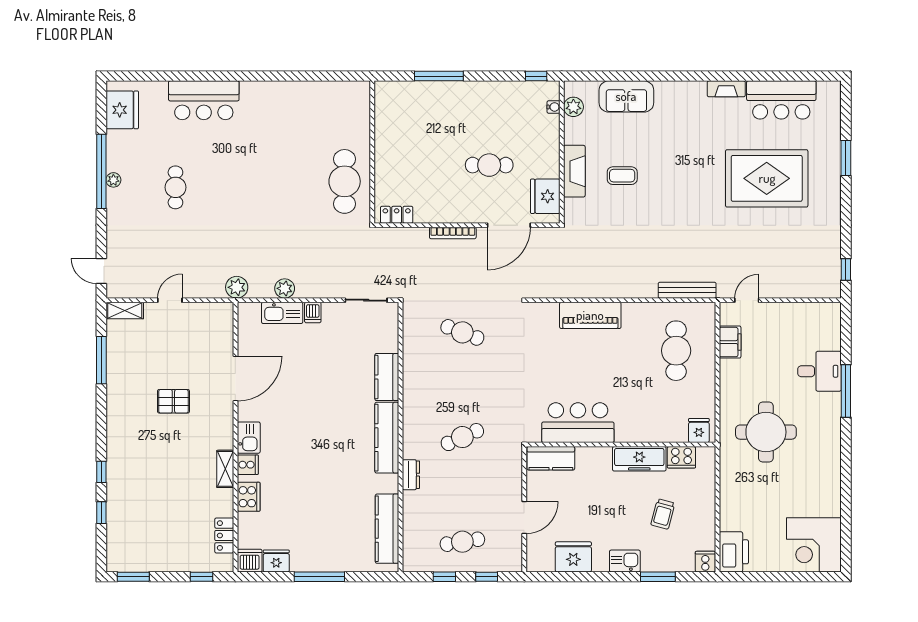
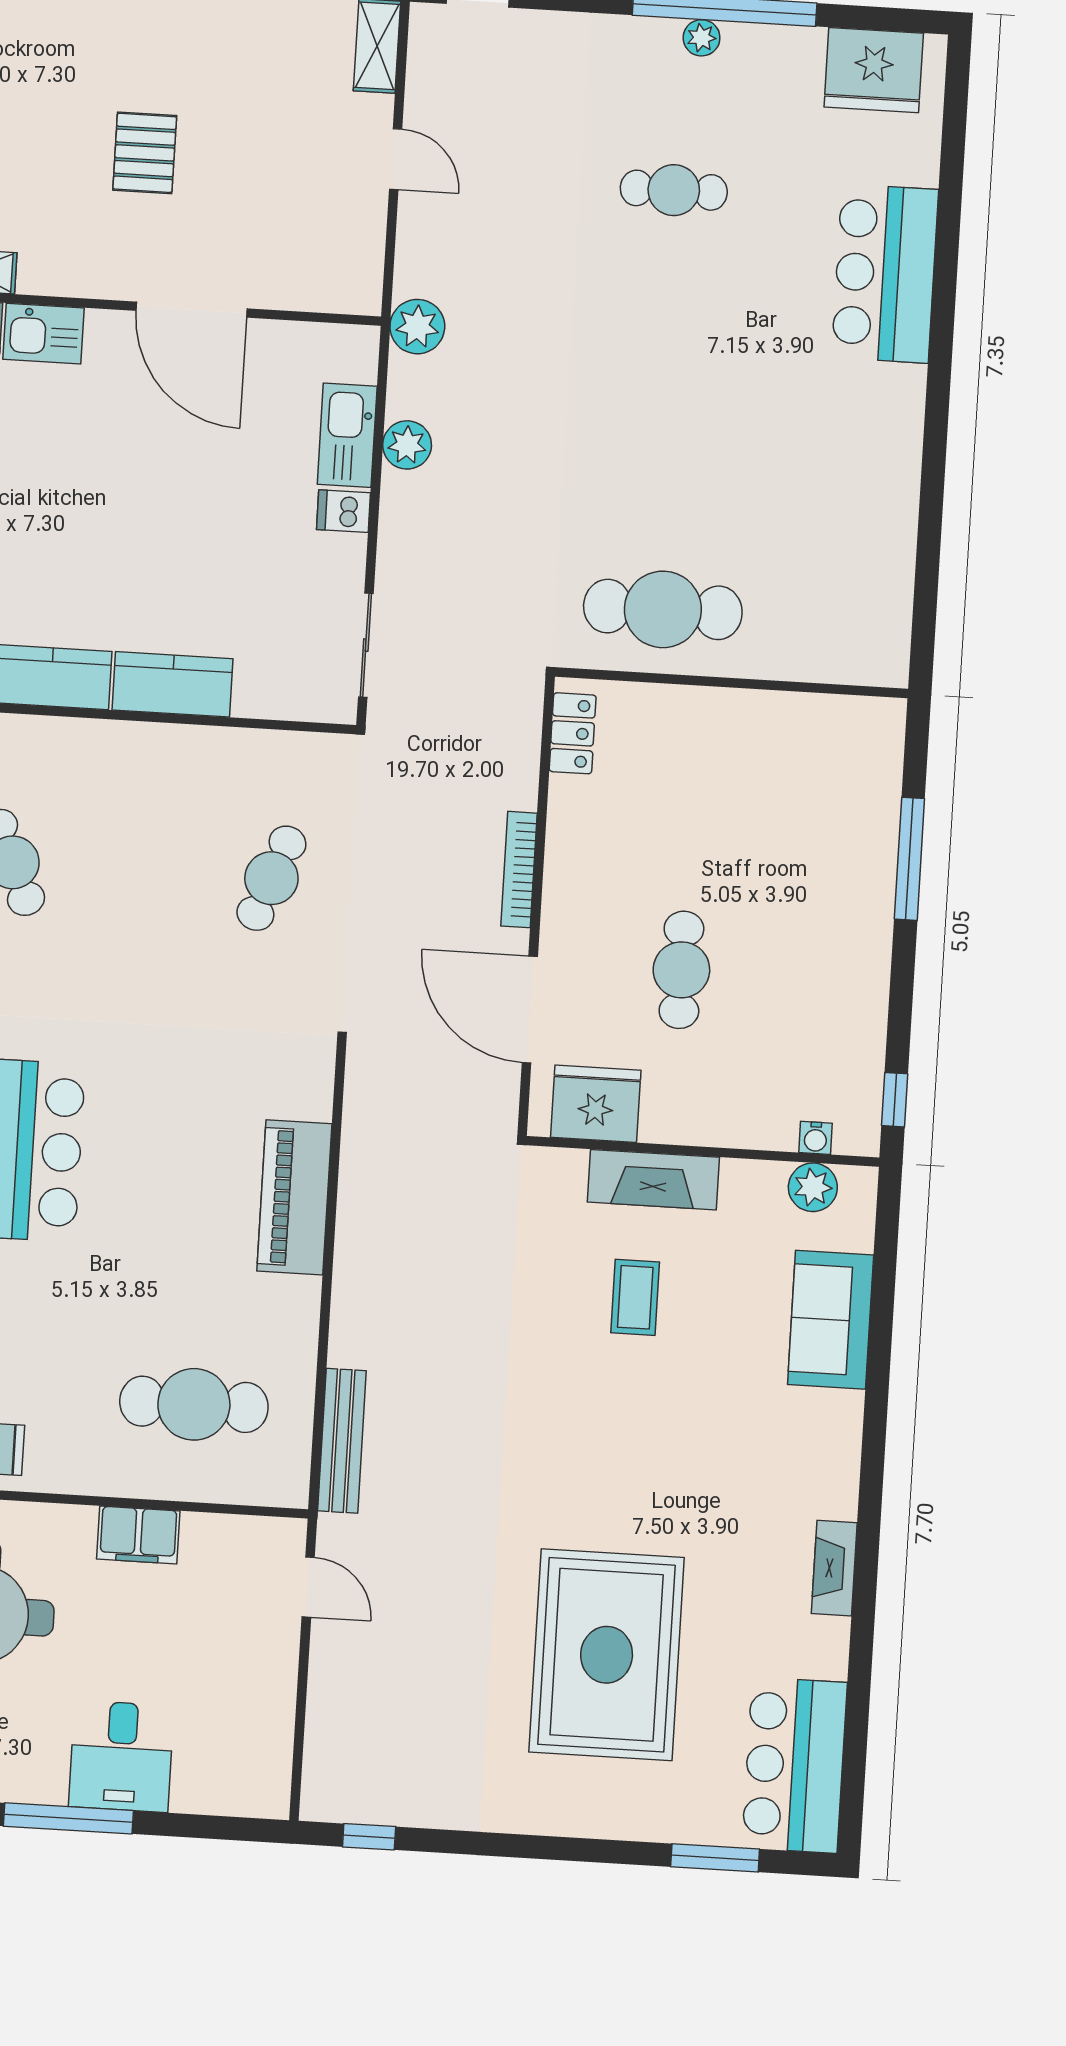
bar counter: (781, 100) -> (795, 1765), moved
window: (846, 158) -> (715, 1858), moved
filing cabinet: (730, 342) -> (138, 1535), moved

